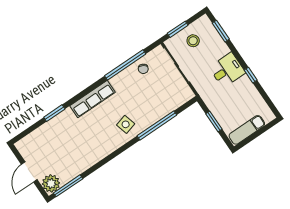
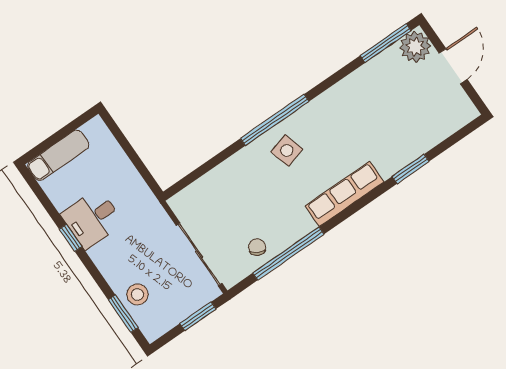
stool: (193, 41) -> (137, 294), moved
desk: (227, 70) -> (92, 219), moved
window: (214, 121) -> (134, 157), removed
window: (157, 125) -> (275, 120), moved
exam couch: (247, 130) -> (58, 155), moved

